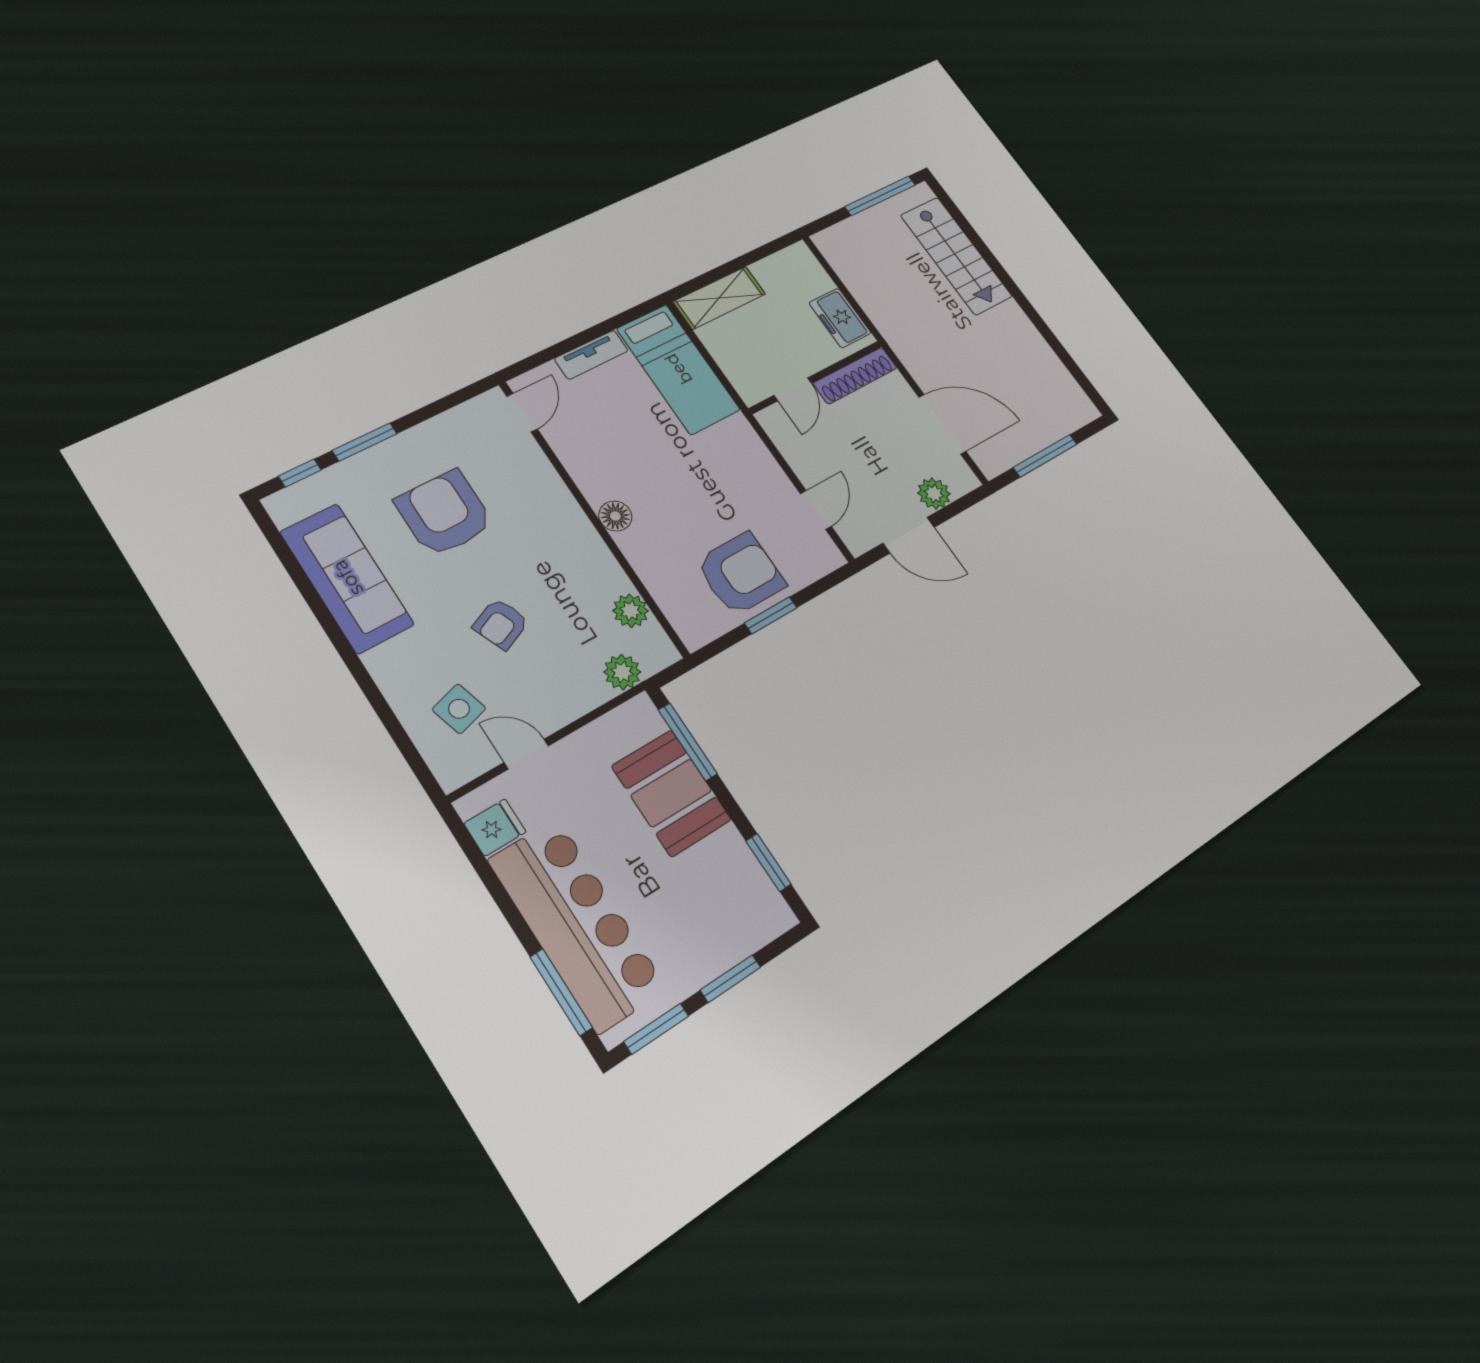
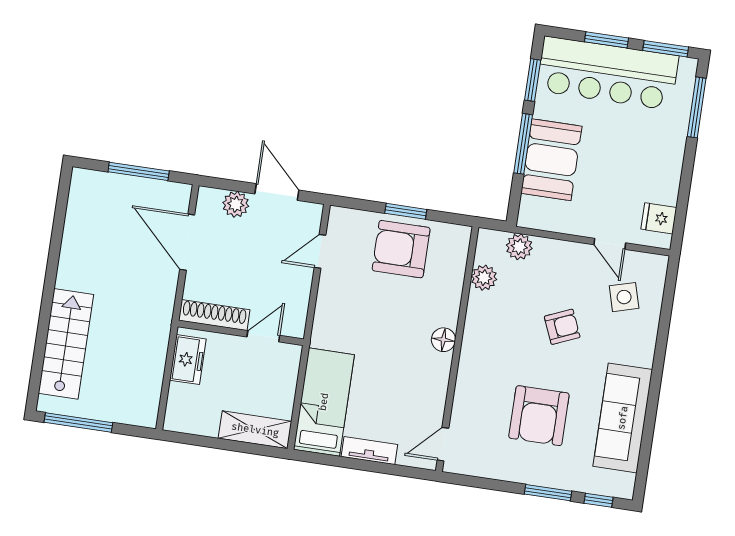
window: (688, 742) -> (523, 144), moved
bar counter: (577, 924) -> (608, 73), moved, turned -90

